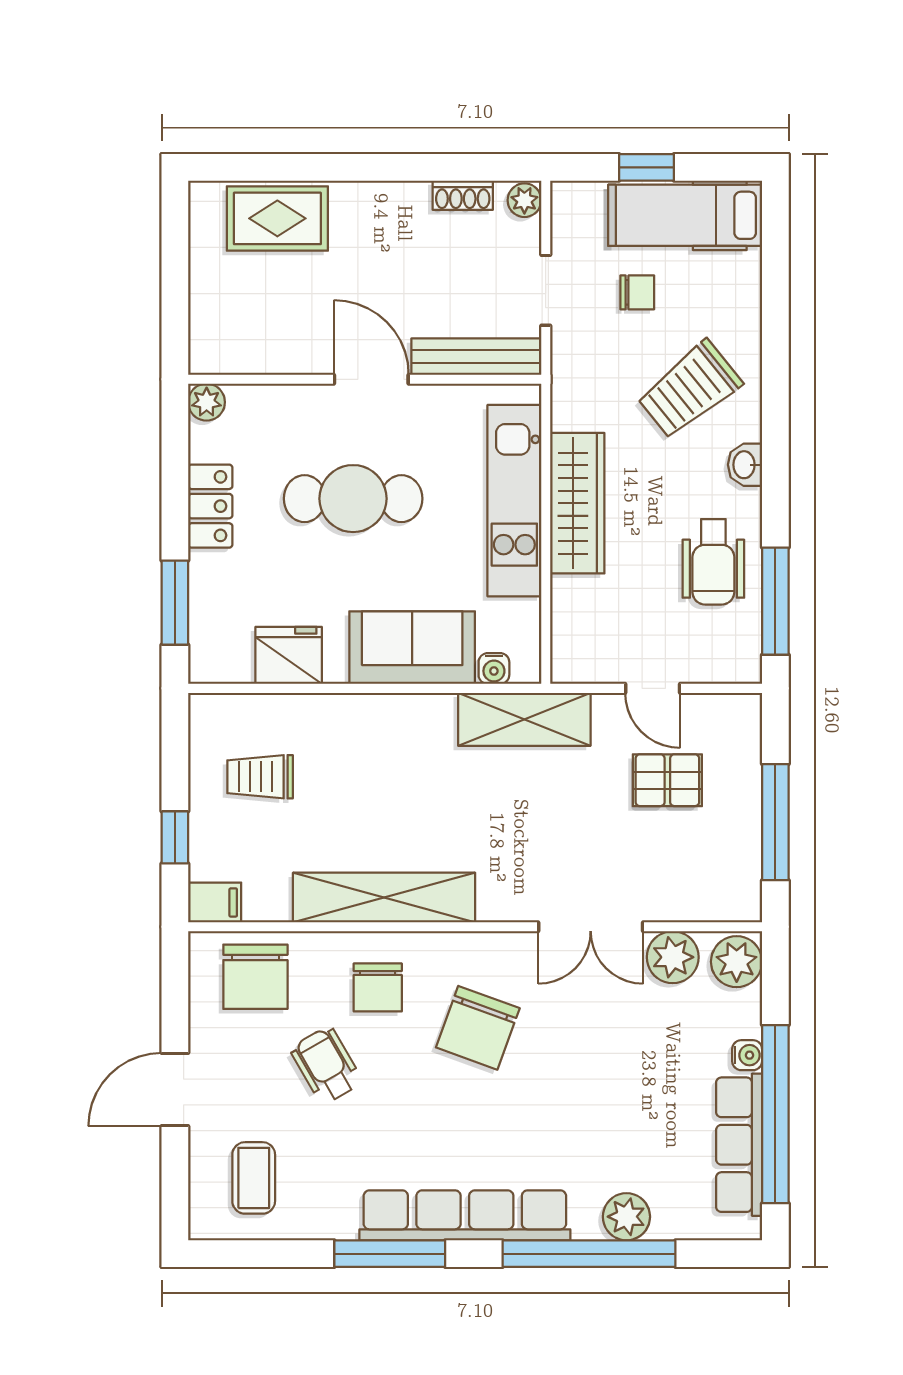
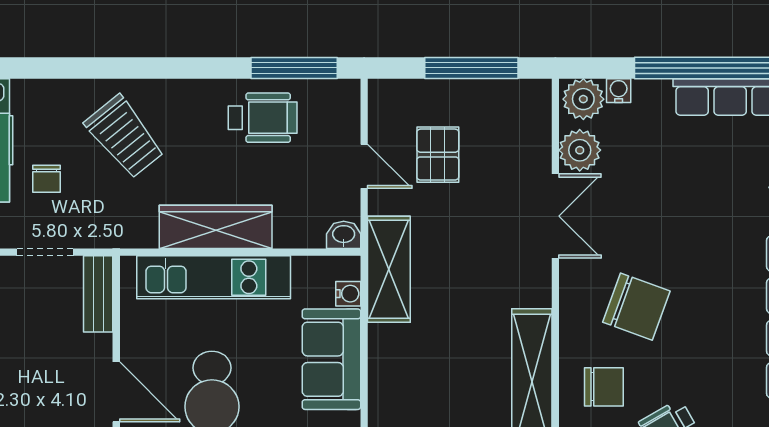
chair: (637, 292) -> (47, 179), turned 180
bench: (476, 357) -> (98, 294), width x0.73
door: (371, 379) -> (116, 392), swing flipped
washbasin: (745, 465) -> (344, 235), moved, turned 180
door: (653, 688) -> (364, 166), hinge flipped
water cooler: (747, 1055) -> (619, 91), moved

